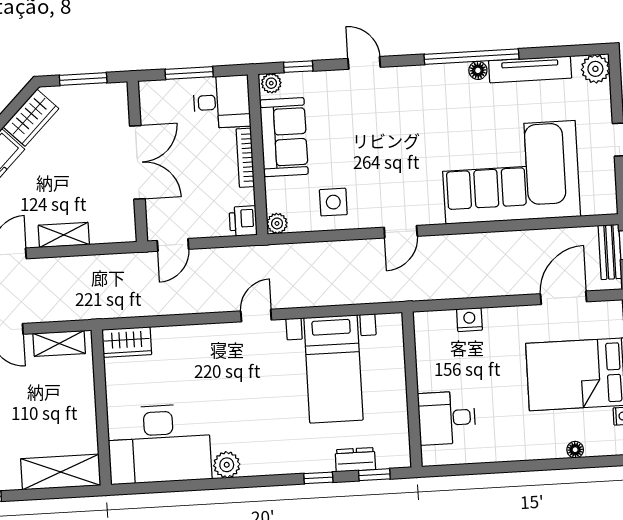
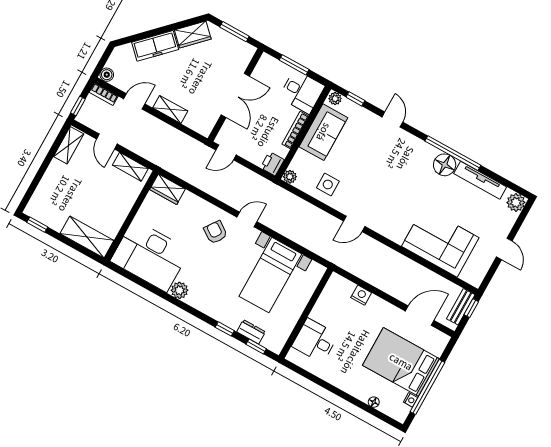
floor lamp: (478, 70) -> (445, 165), width x1.89, depth x1.89
corner sofa: (510, 172) -> (440, 242), width x0.73, depth x0.74
armchair: (226, 358) -> (216, 232), added

